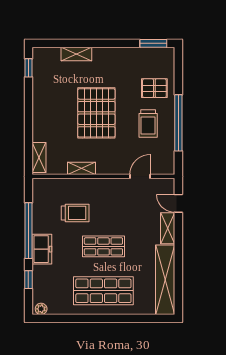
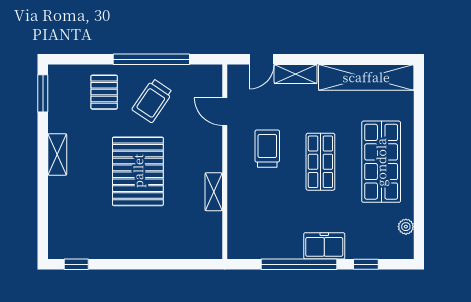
shelving: (76, 54) -> (57, 154), moved
pallet: (96, 113) -> (138, 171), turned 90
trolley: (148, 123) -> (152, 101), turned 124
shelving: (39, 157) -> (199, 250), removed
trolley: (75, 213) -> (267, 149), moved
plant: (41, 309) -> (406, 227), moved

